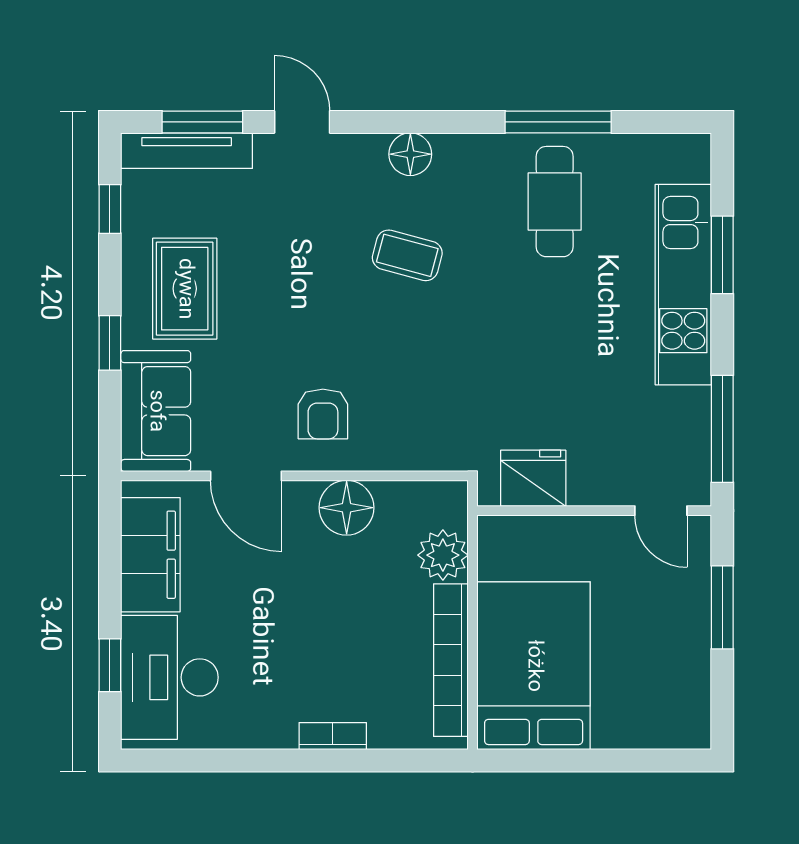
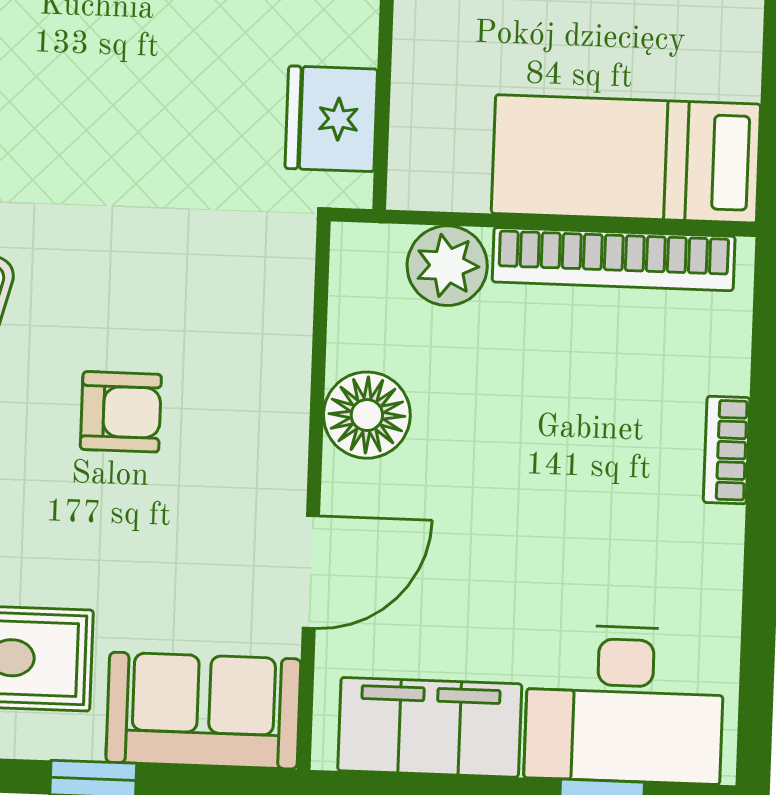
armchair: (323, 414) -> (121, 412), moved
bed: (534, 666) -> (626, 159), width x0.67

